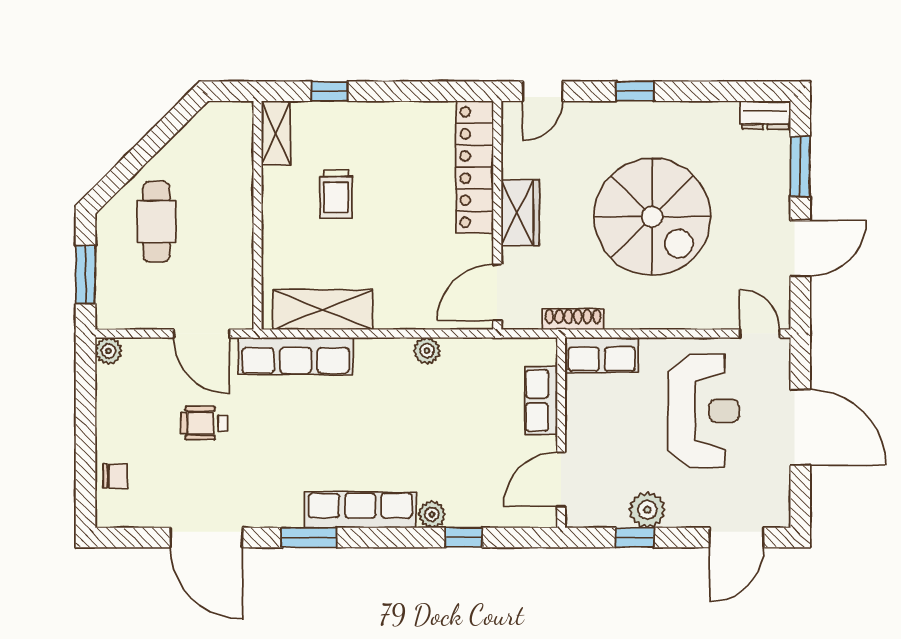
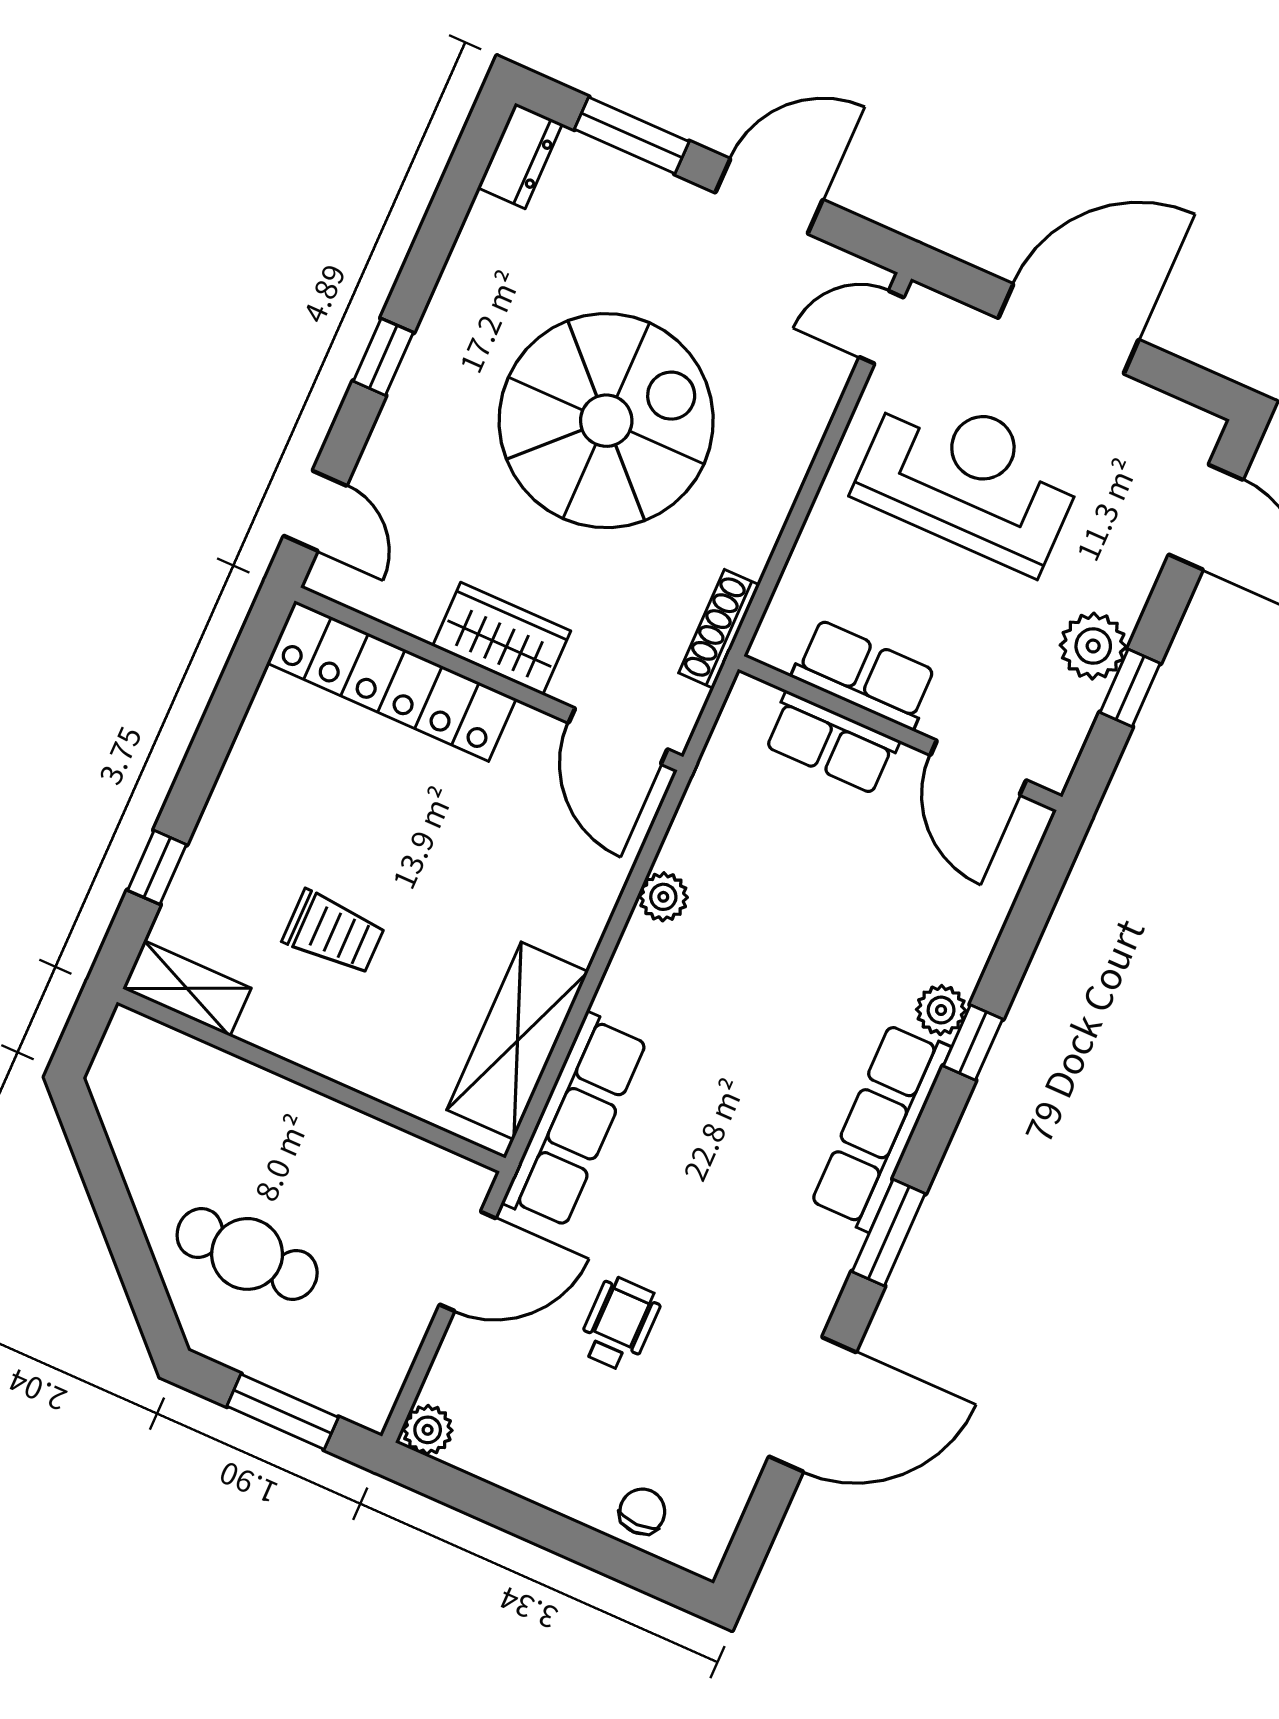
door: (800, 248) -> (769, 196), hinge flipped
row of seats: (602, 355) -> (865, 674), moved, turned -90
wheelchair: (204, 423) -> (619, 1324), turned 180
window: (464, 537) -> (973, 1042), moved

